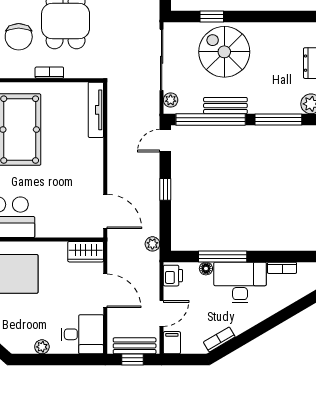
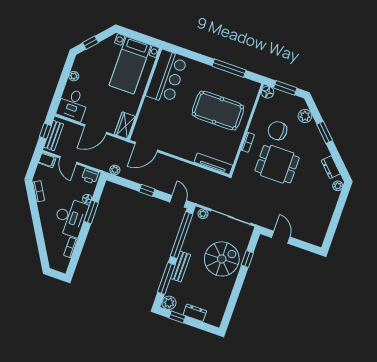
bench: (225, 106) -> (180, 267), moved
window: (223, 256) -> (91, 212), width x0.69

